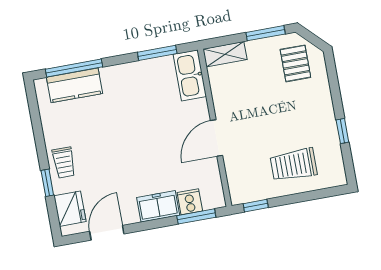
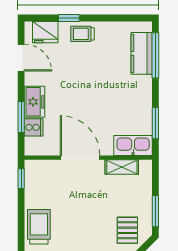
shelving: (225, 54) -> (122, 167), moved, turned 90
pallet: (295, 63) -> (127, 230), turned 90
door: (217, 138) -> (80, 158), width x1.36
trolley: (294, 165) -> (39, 227), moved
window: (196, 216) -> (21, 117), moved

